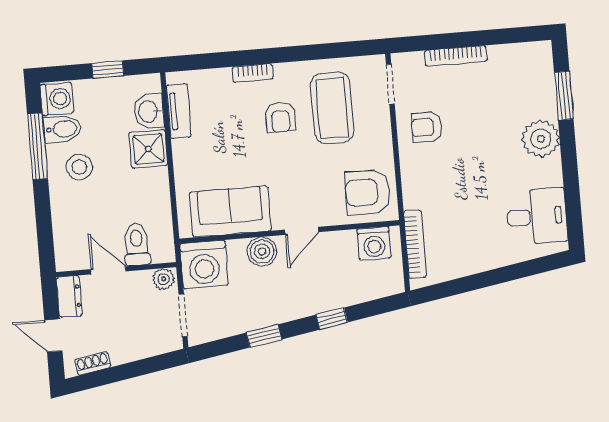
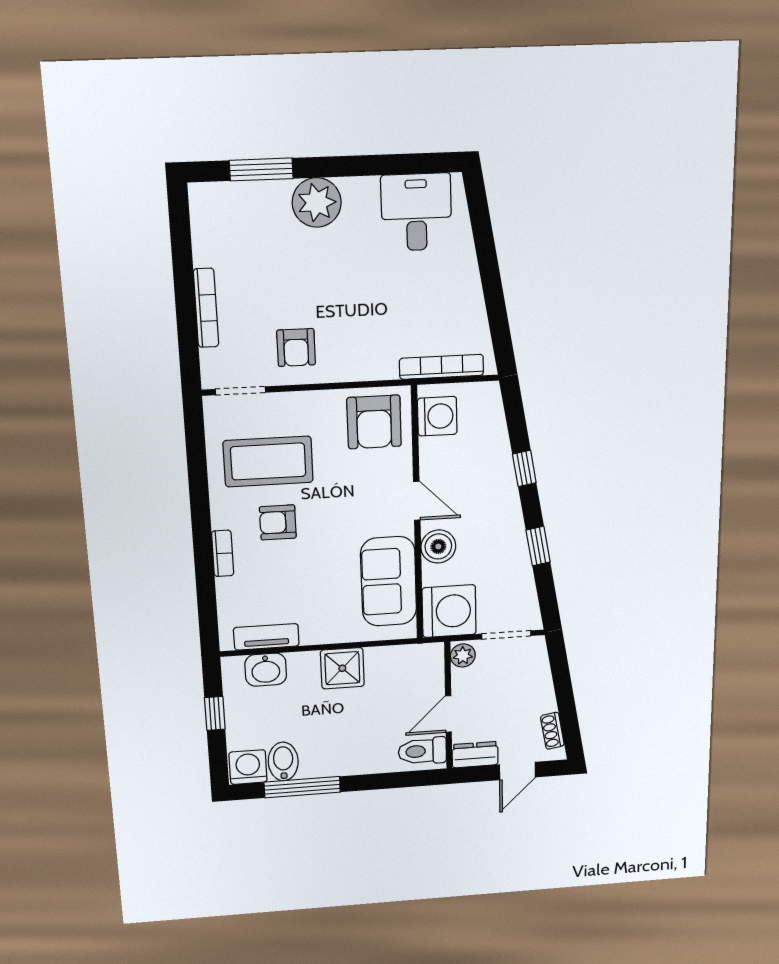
armchair: (280, 117) -> (278, 522), turned 180
shower: (148, 149) -> (342, 668), moved
stool: (79, 167) -> (328, 744), removed
toilet: (137, 244) -> (422, 751), moved

